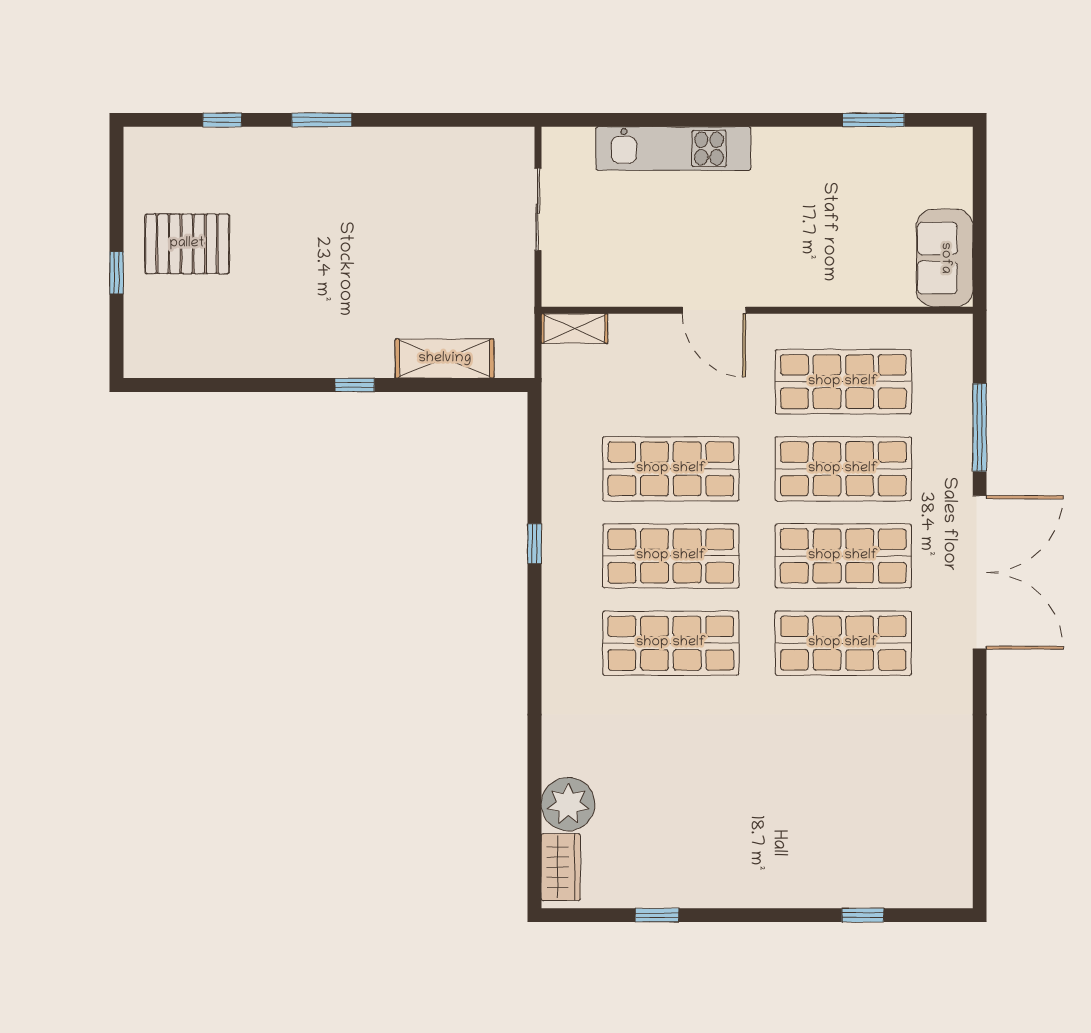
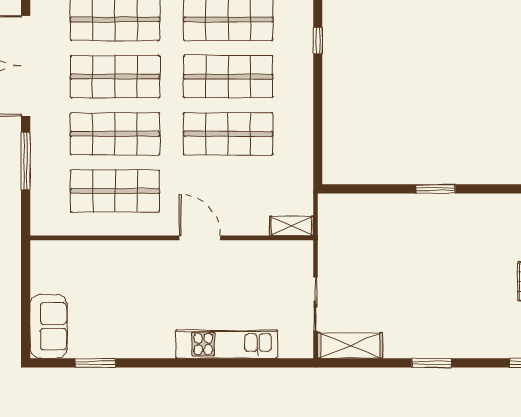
window: (322, 120) -> (432, 363), moved
sofa: (945, 258) -> (49, 326), moved
shelving: (445, 359) -> (350, 345), moved
window: (355, 385) -> (436, 189), width x1.50
window: (535, 544) -> (318, 41), moved

